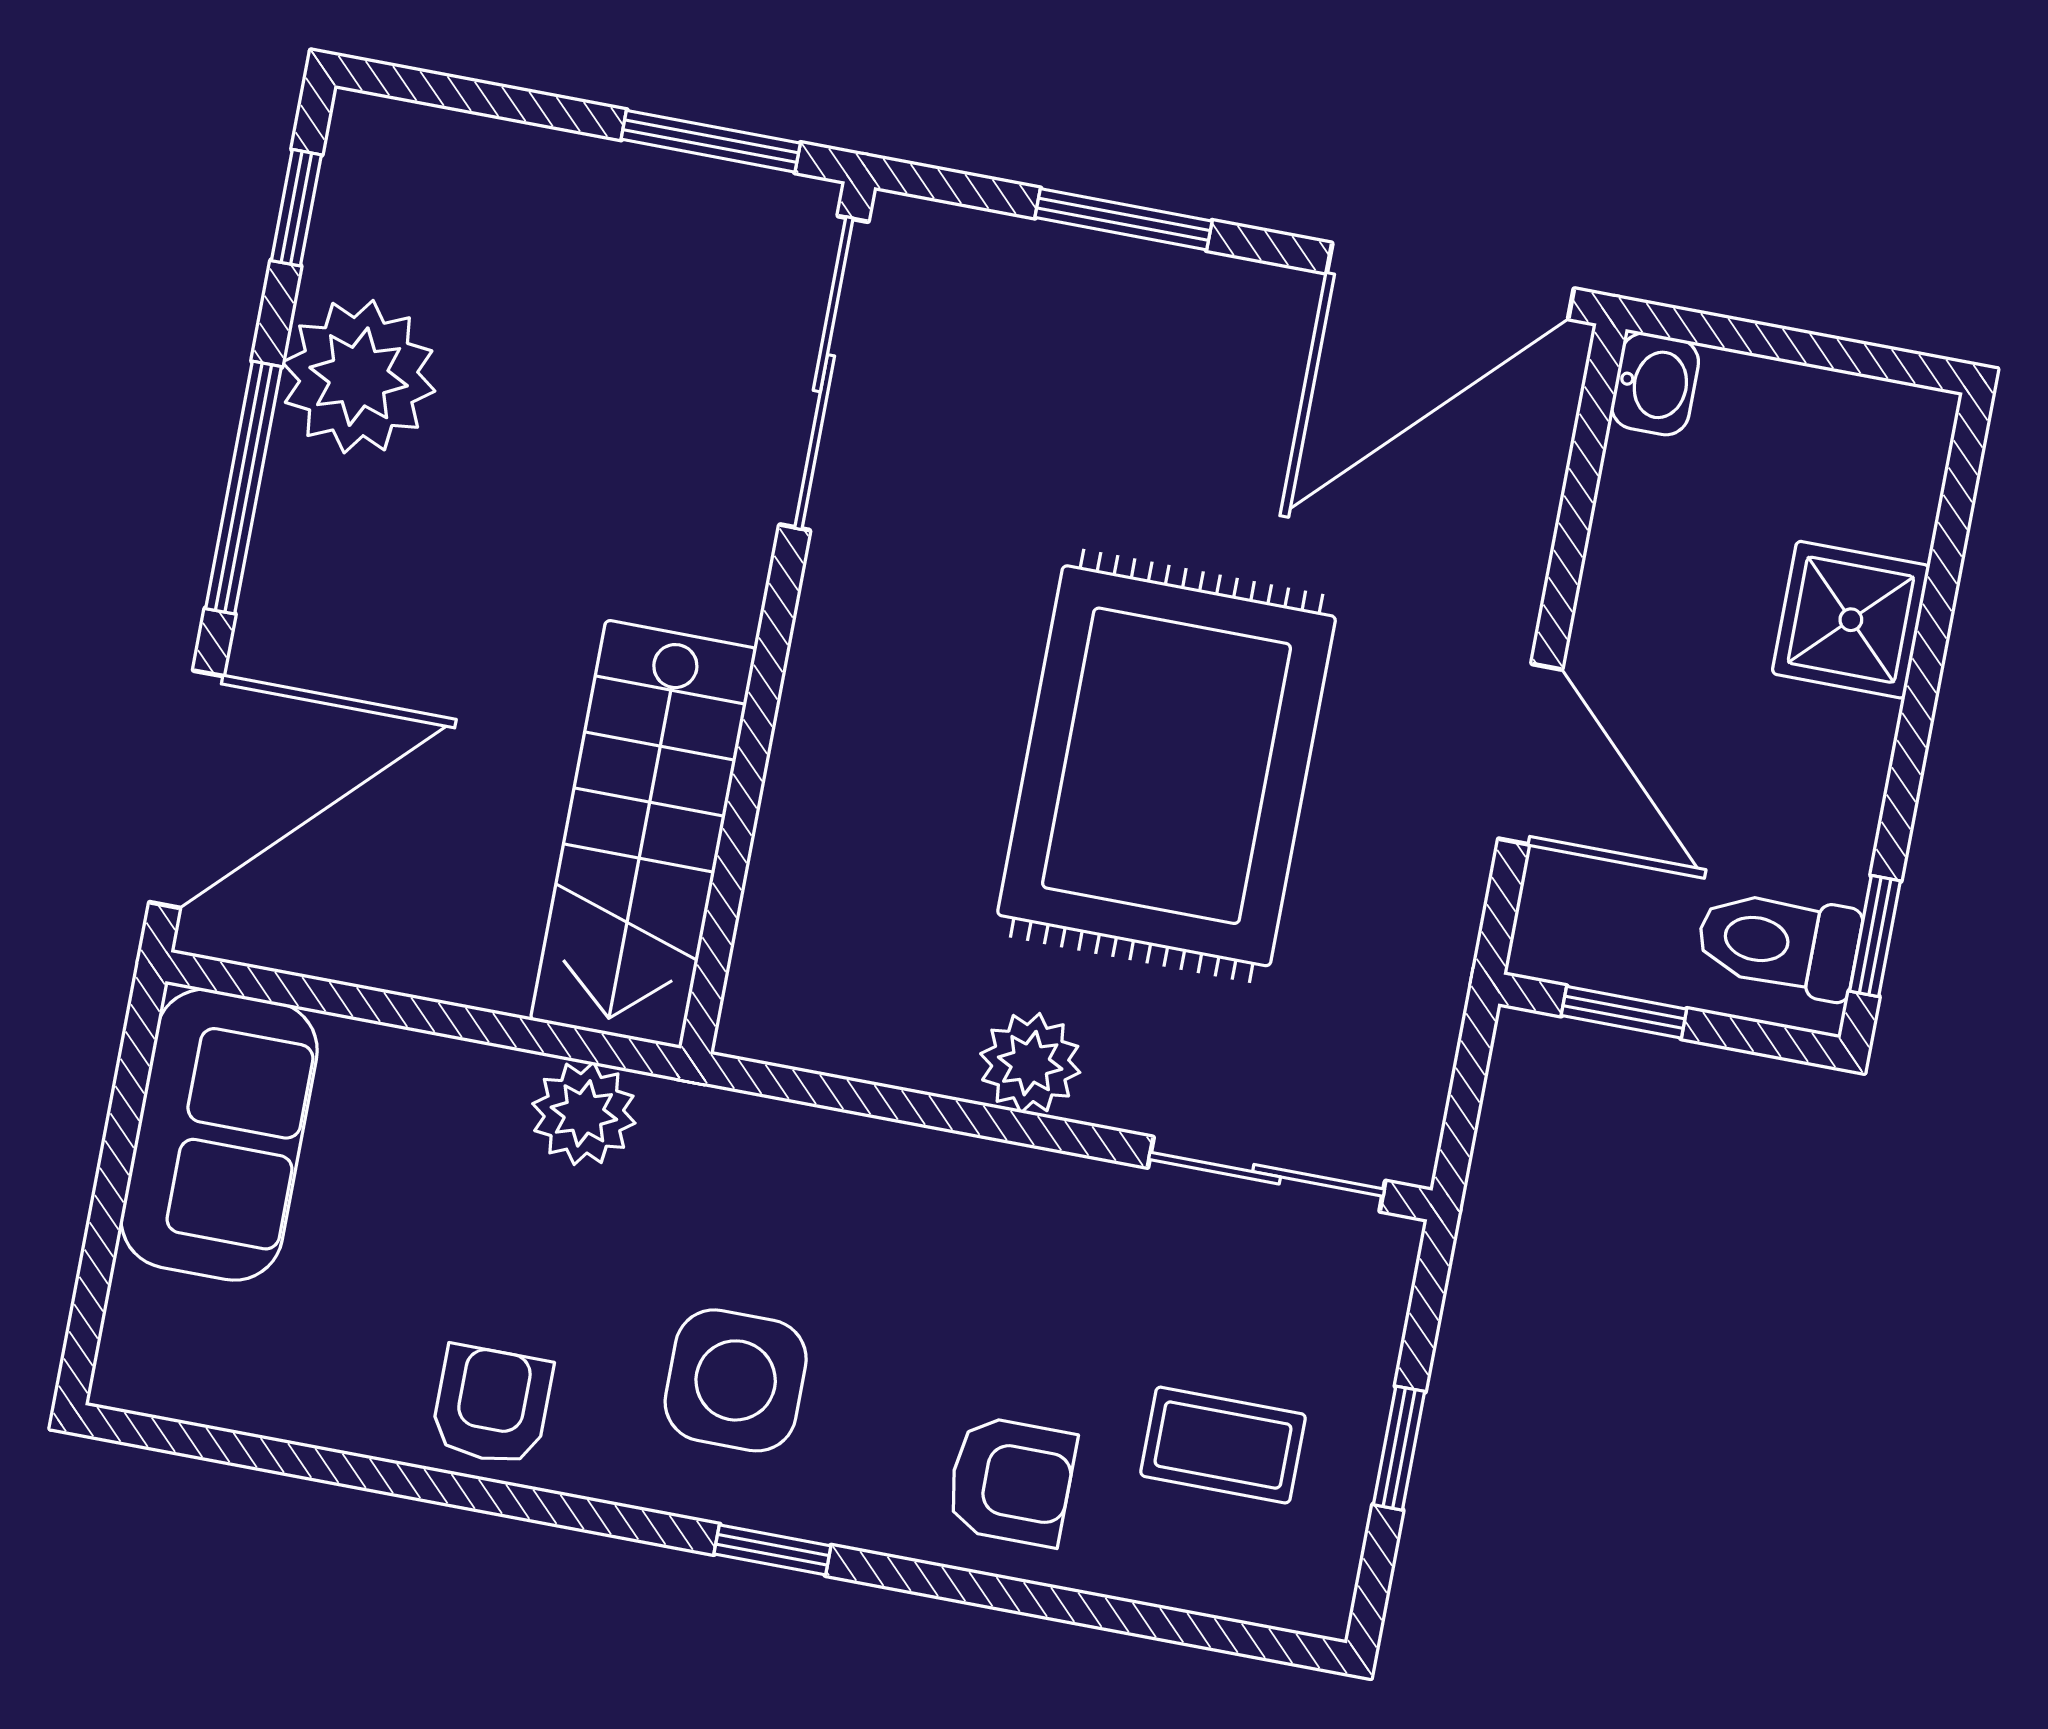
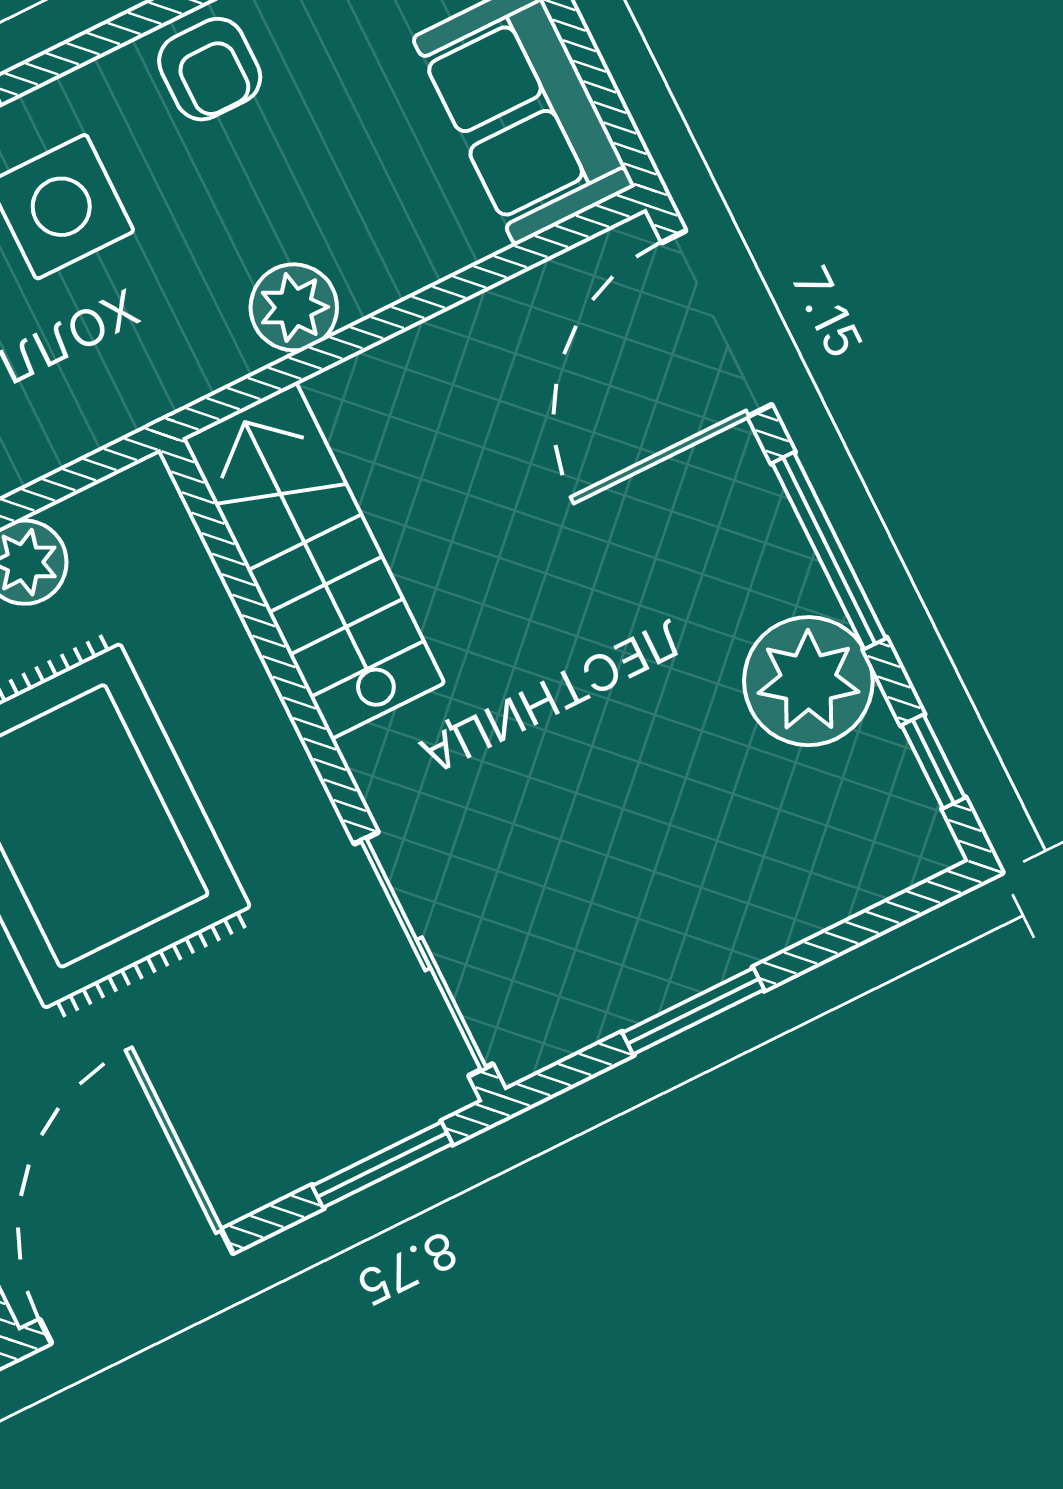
sliding door: (824, 373) -> (424, 954), moved
wall: (778, 618) -> (332, 770), moved
stairs: (644, 834) -> (313, 560), moved

